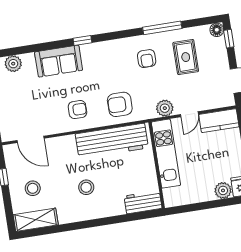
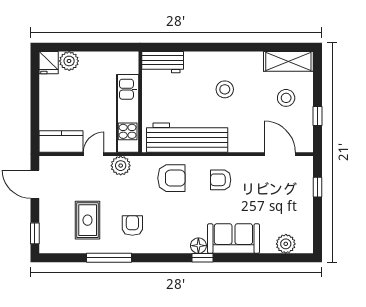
floor lamp: (217, 30) -> (198, 246), moved

